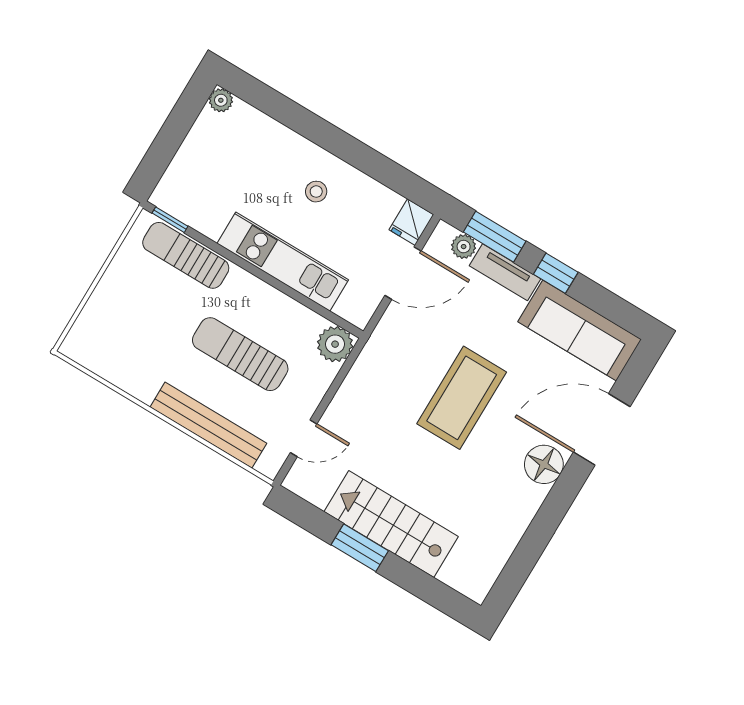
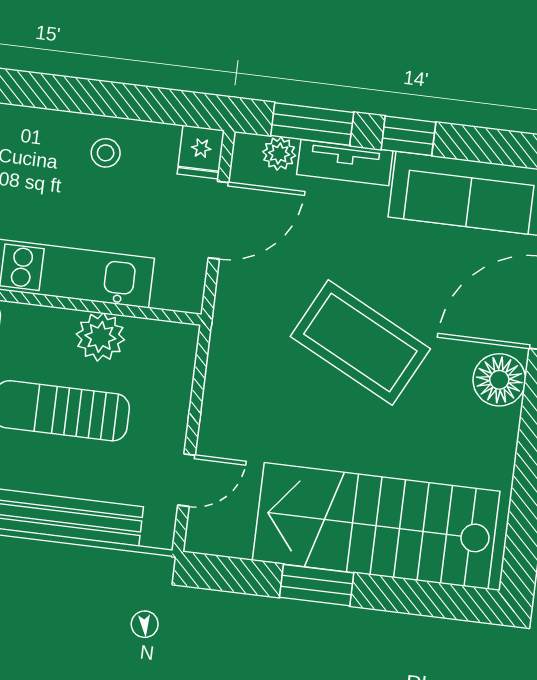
stool: (316, 192) -> (106, 153), moved
plant: (335, 344) -> (100, 337), moved
coffee table: (462, 398) -> (360, 343), turned -63
stairs: (391, 524) -> (376, 526), width x1.36, depth x1.51

